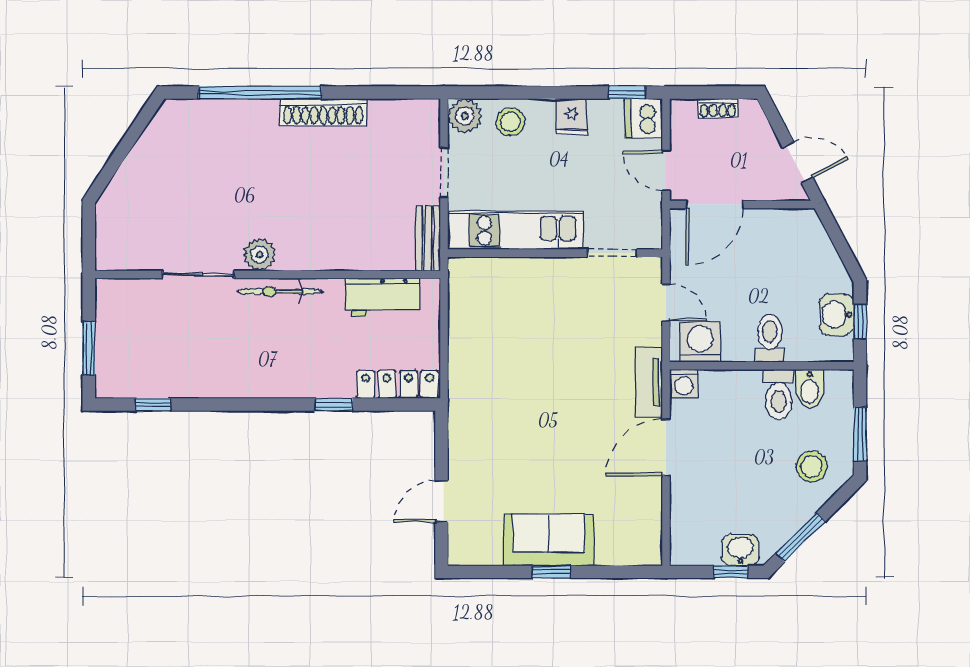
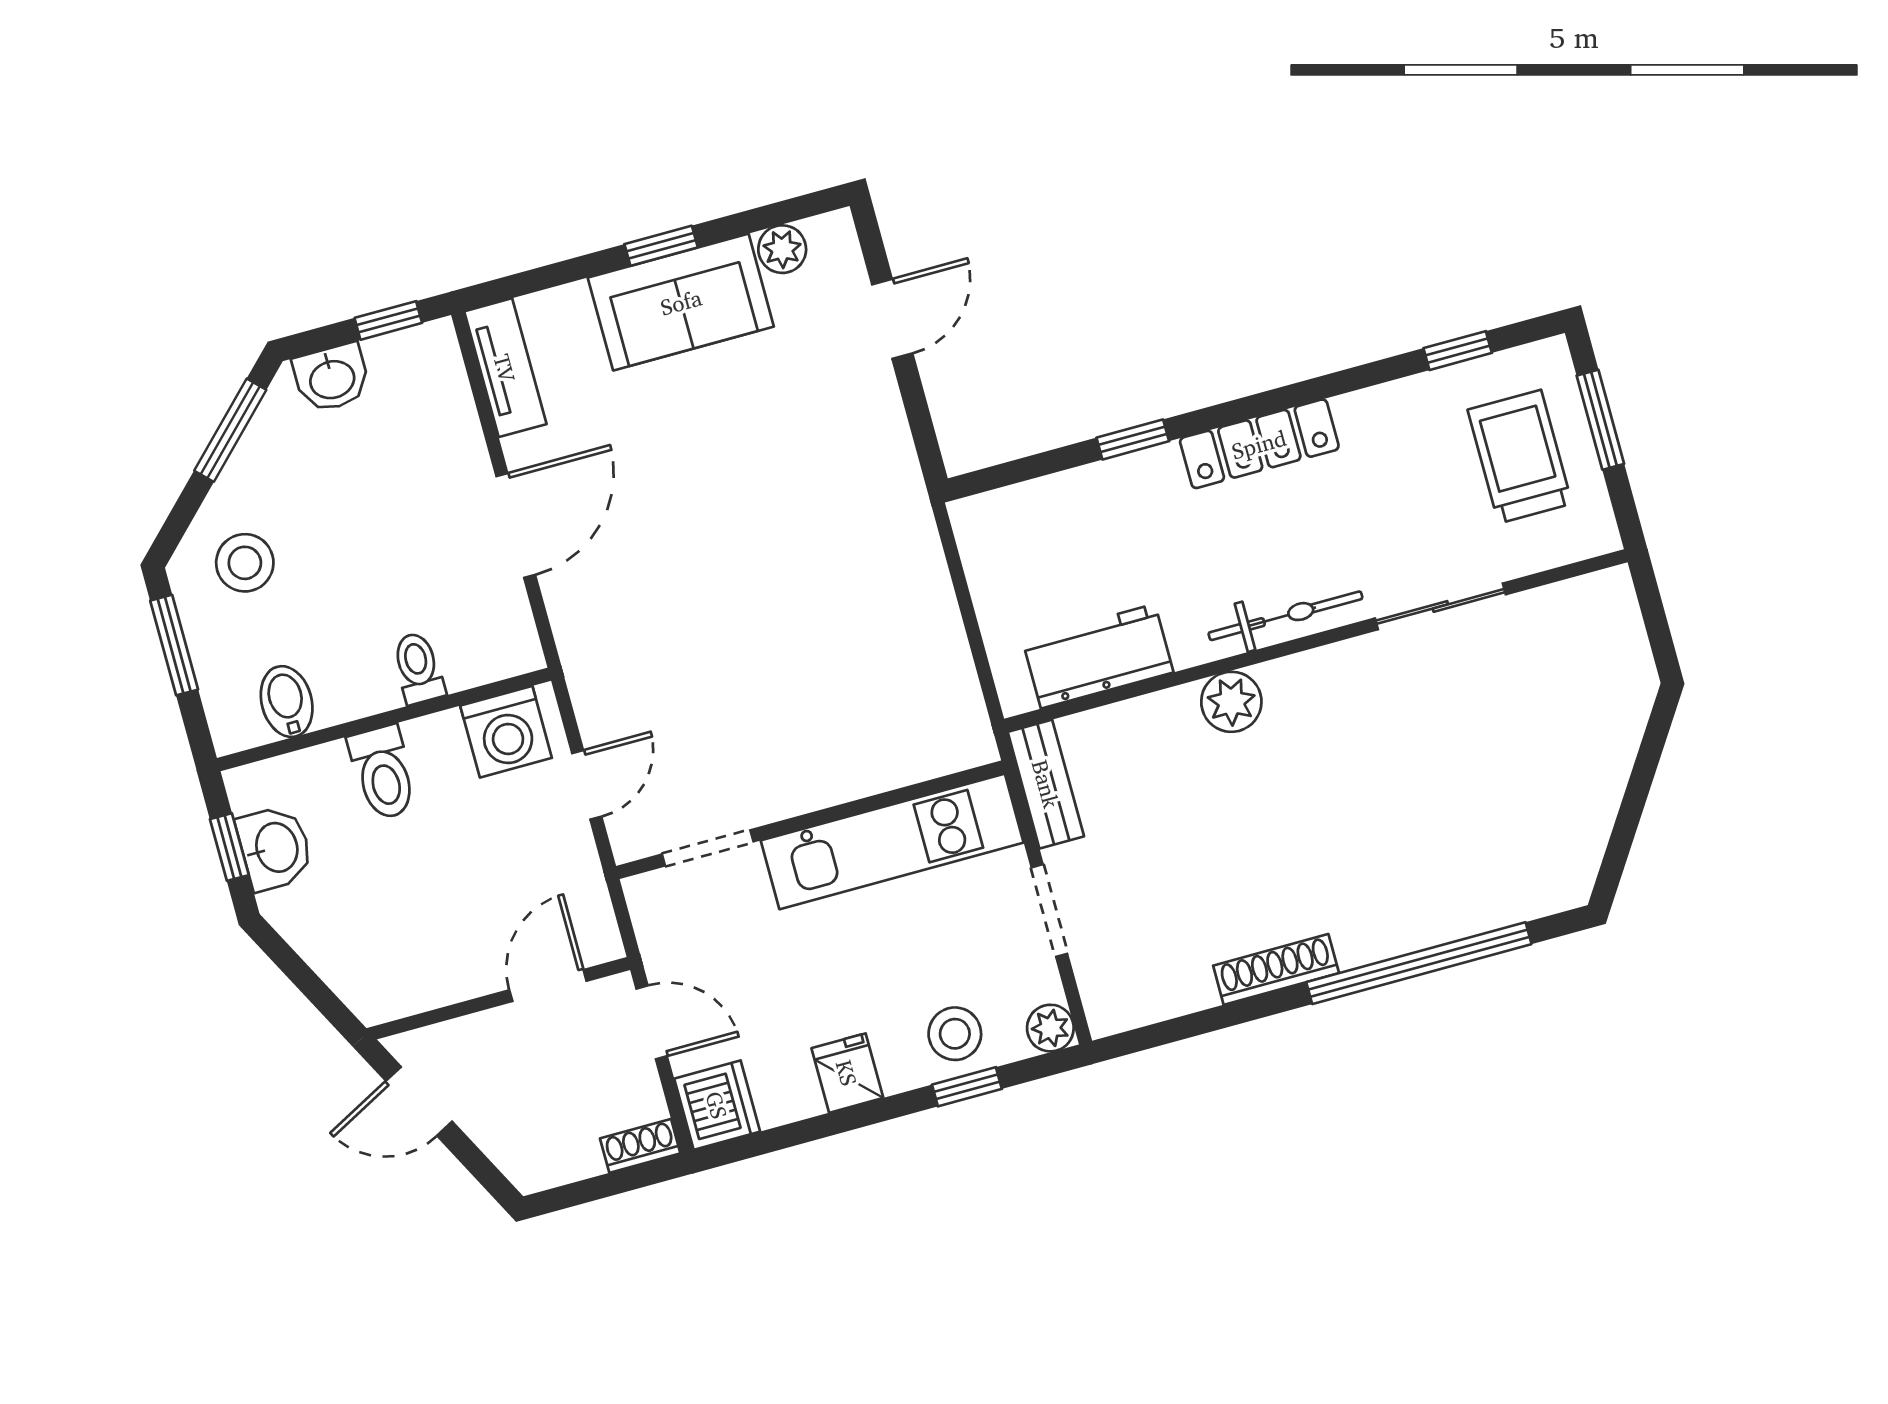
window: (627, 93) -> (967, 1087), moved
shoe rack: (718, 108) -> (640, 1146), moved
shoe rack: (323, 112) -> (1276, 969), width x0.74, depth x0.81
plant: (465, 116) -> (1050, 1028), width x0.73, depth x0.73
door: (714, 204) -> (548, 985), width x0.73
plant: (260, 255) -> (1231, 702), moved
door: (666, 303) -> (587, 785), swing flipped
trolley: (136, 341) -> (1520, 457), added
tv unit: (649, 382) -> (505, 368), moved
locker: (398, 384) -> (1259, 444), moved
washing machine: (684, 384) -> (515, 649), removed
toilet: (779, 394) -> (418, 668), moved, width x0.73, depth x0.72
plant: (489, 553) -> (782, 249), added
window: (731, 572) -> (388, 320), moved

